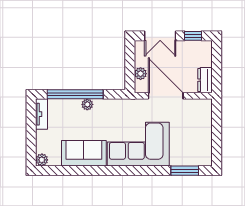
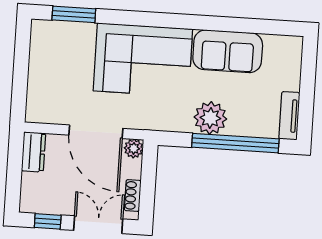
shoe rack: (139, 56) -> (133, 196), added
plant: (141, 74) -> (134, 148), moved
plant: (87, 104) -> (210, 118), width x1.87, depth x1.87
plant: (42, 160) -> (293, 45), removed

